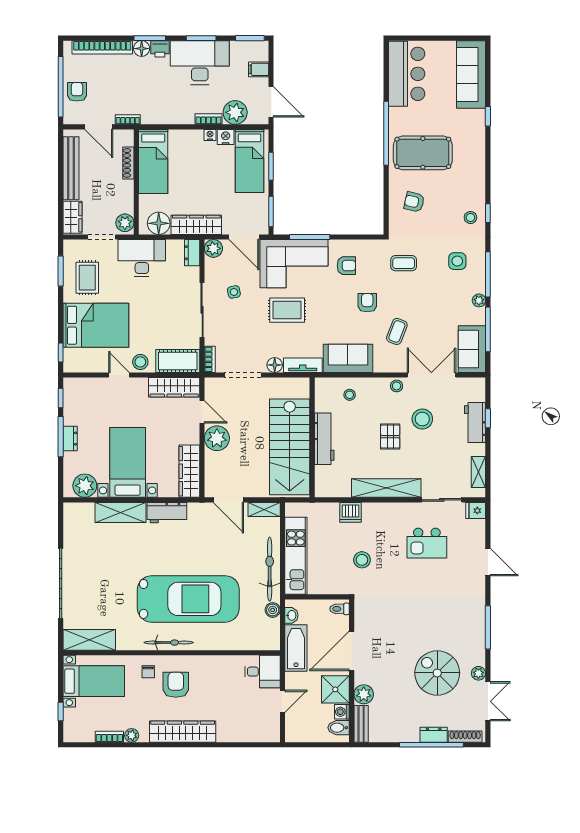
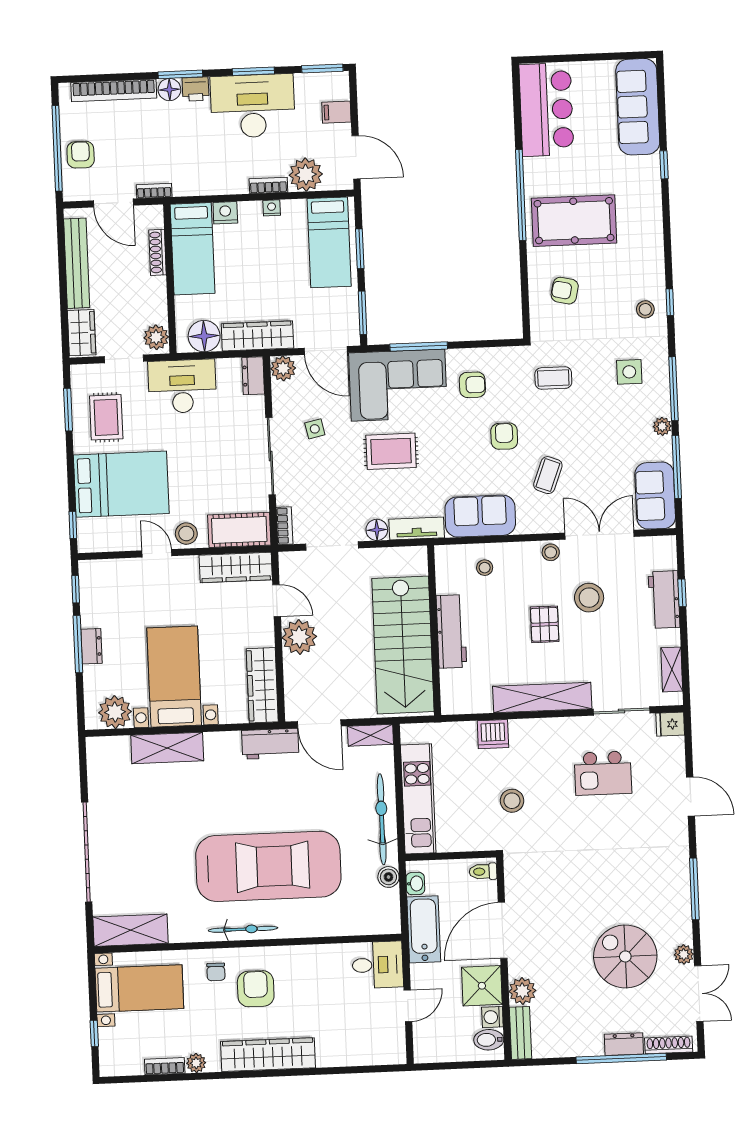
nightstand: (226, 137) -> (225, 213), moved
workbench: (167, 513) -> (270, 744), moved

